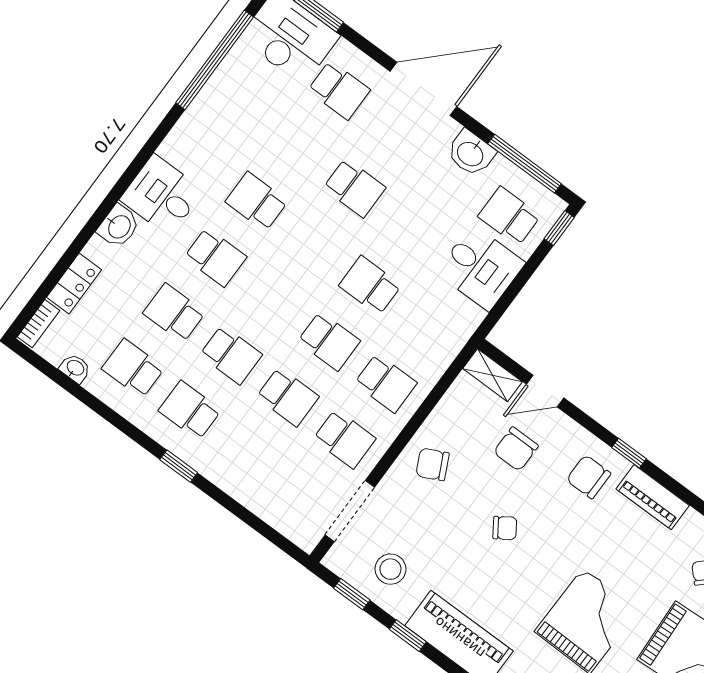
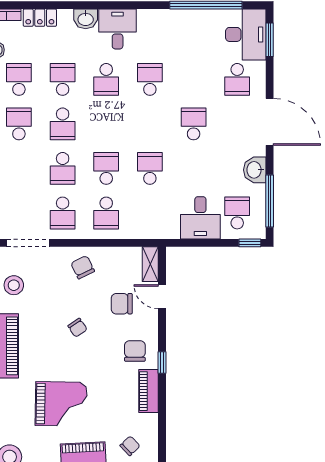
school desk: (354, 188) -> (194, 124), turned 180
school desk: (329, 341) -> (106, 168), turned 180

